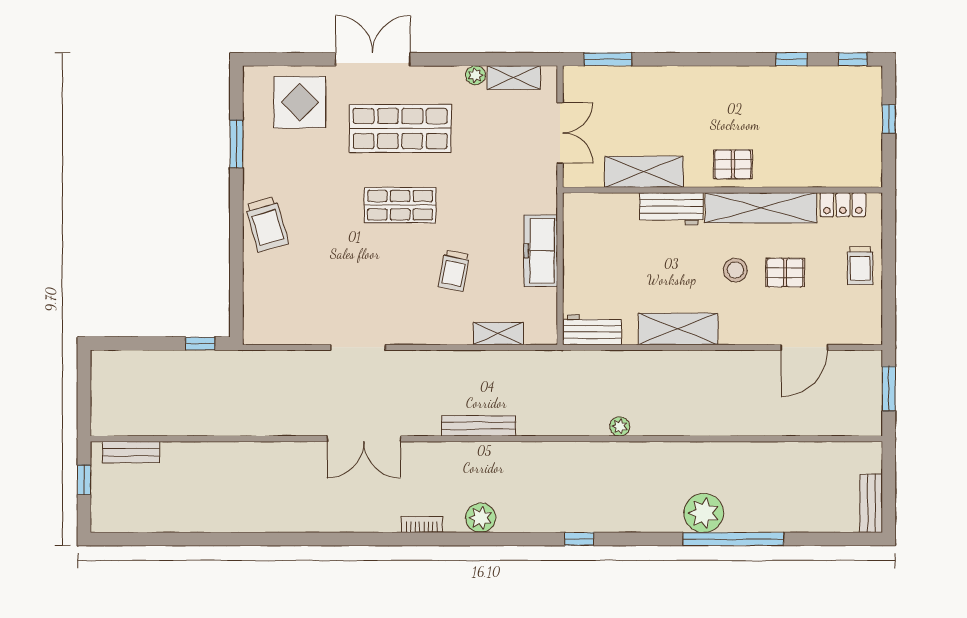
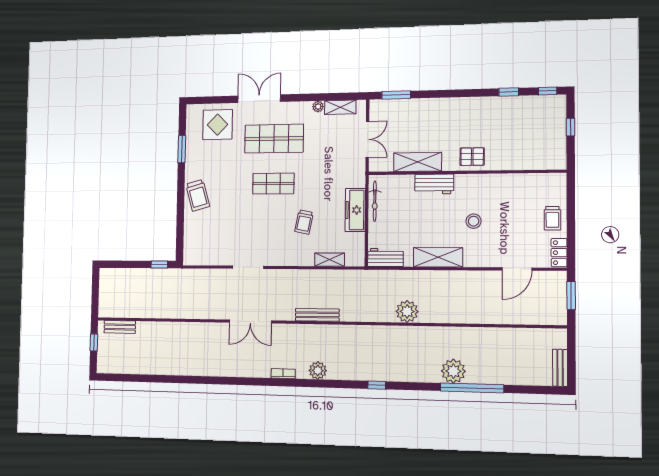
locker: (843, 205) -> (559, 253), moved, turned 90
shelving: (761, 208) -> (490, 183), removed
bicycle: (573, 236) -> (375, 201), added
pallet: (785, 273) -> (505, 223), removed
plant: (620, 426) -> (407, 311), width x1.88, depth x1.88

